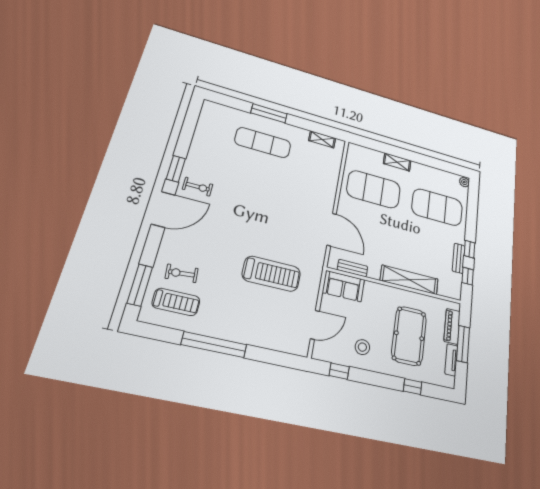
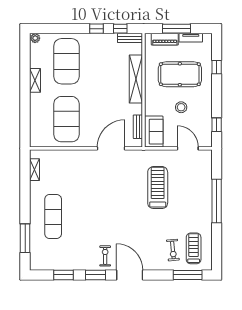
window: (269, 113) -> (25, 238), moved
window: (187, 133) -> (63, 275), added
shelving: (397, 162) -> (35, 80), moved
bench: (459, 258) -> (130, 38), moved
window: (214, 345) -> (217, 201), moved
stool: (362, 347) -> (181, 107), moved

